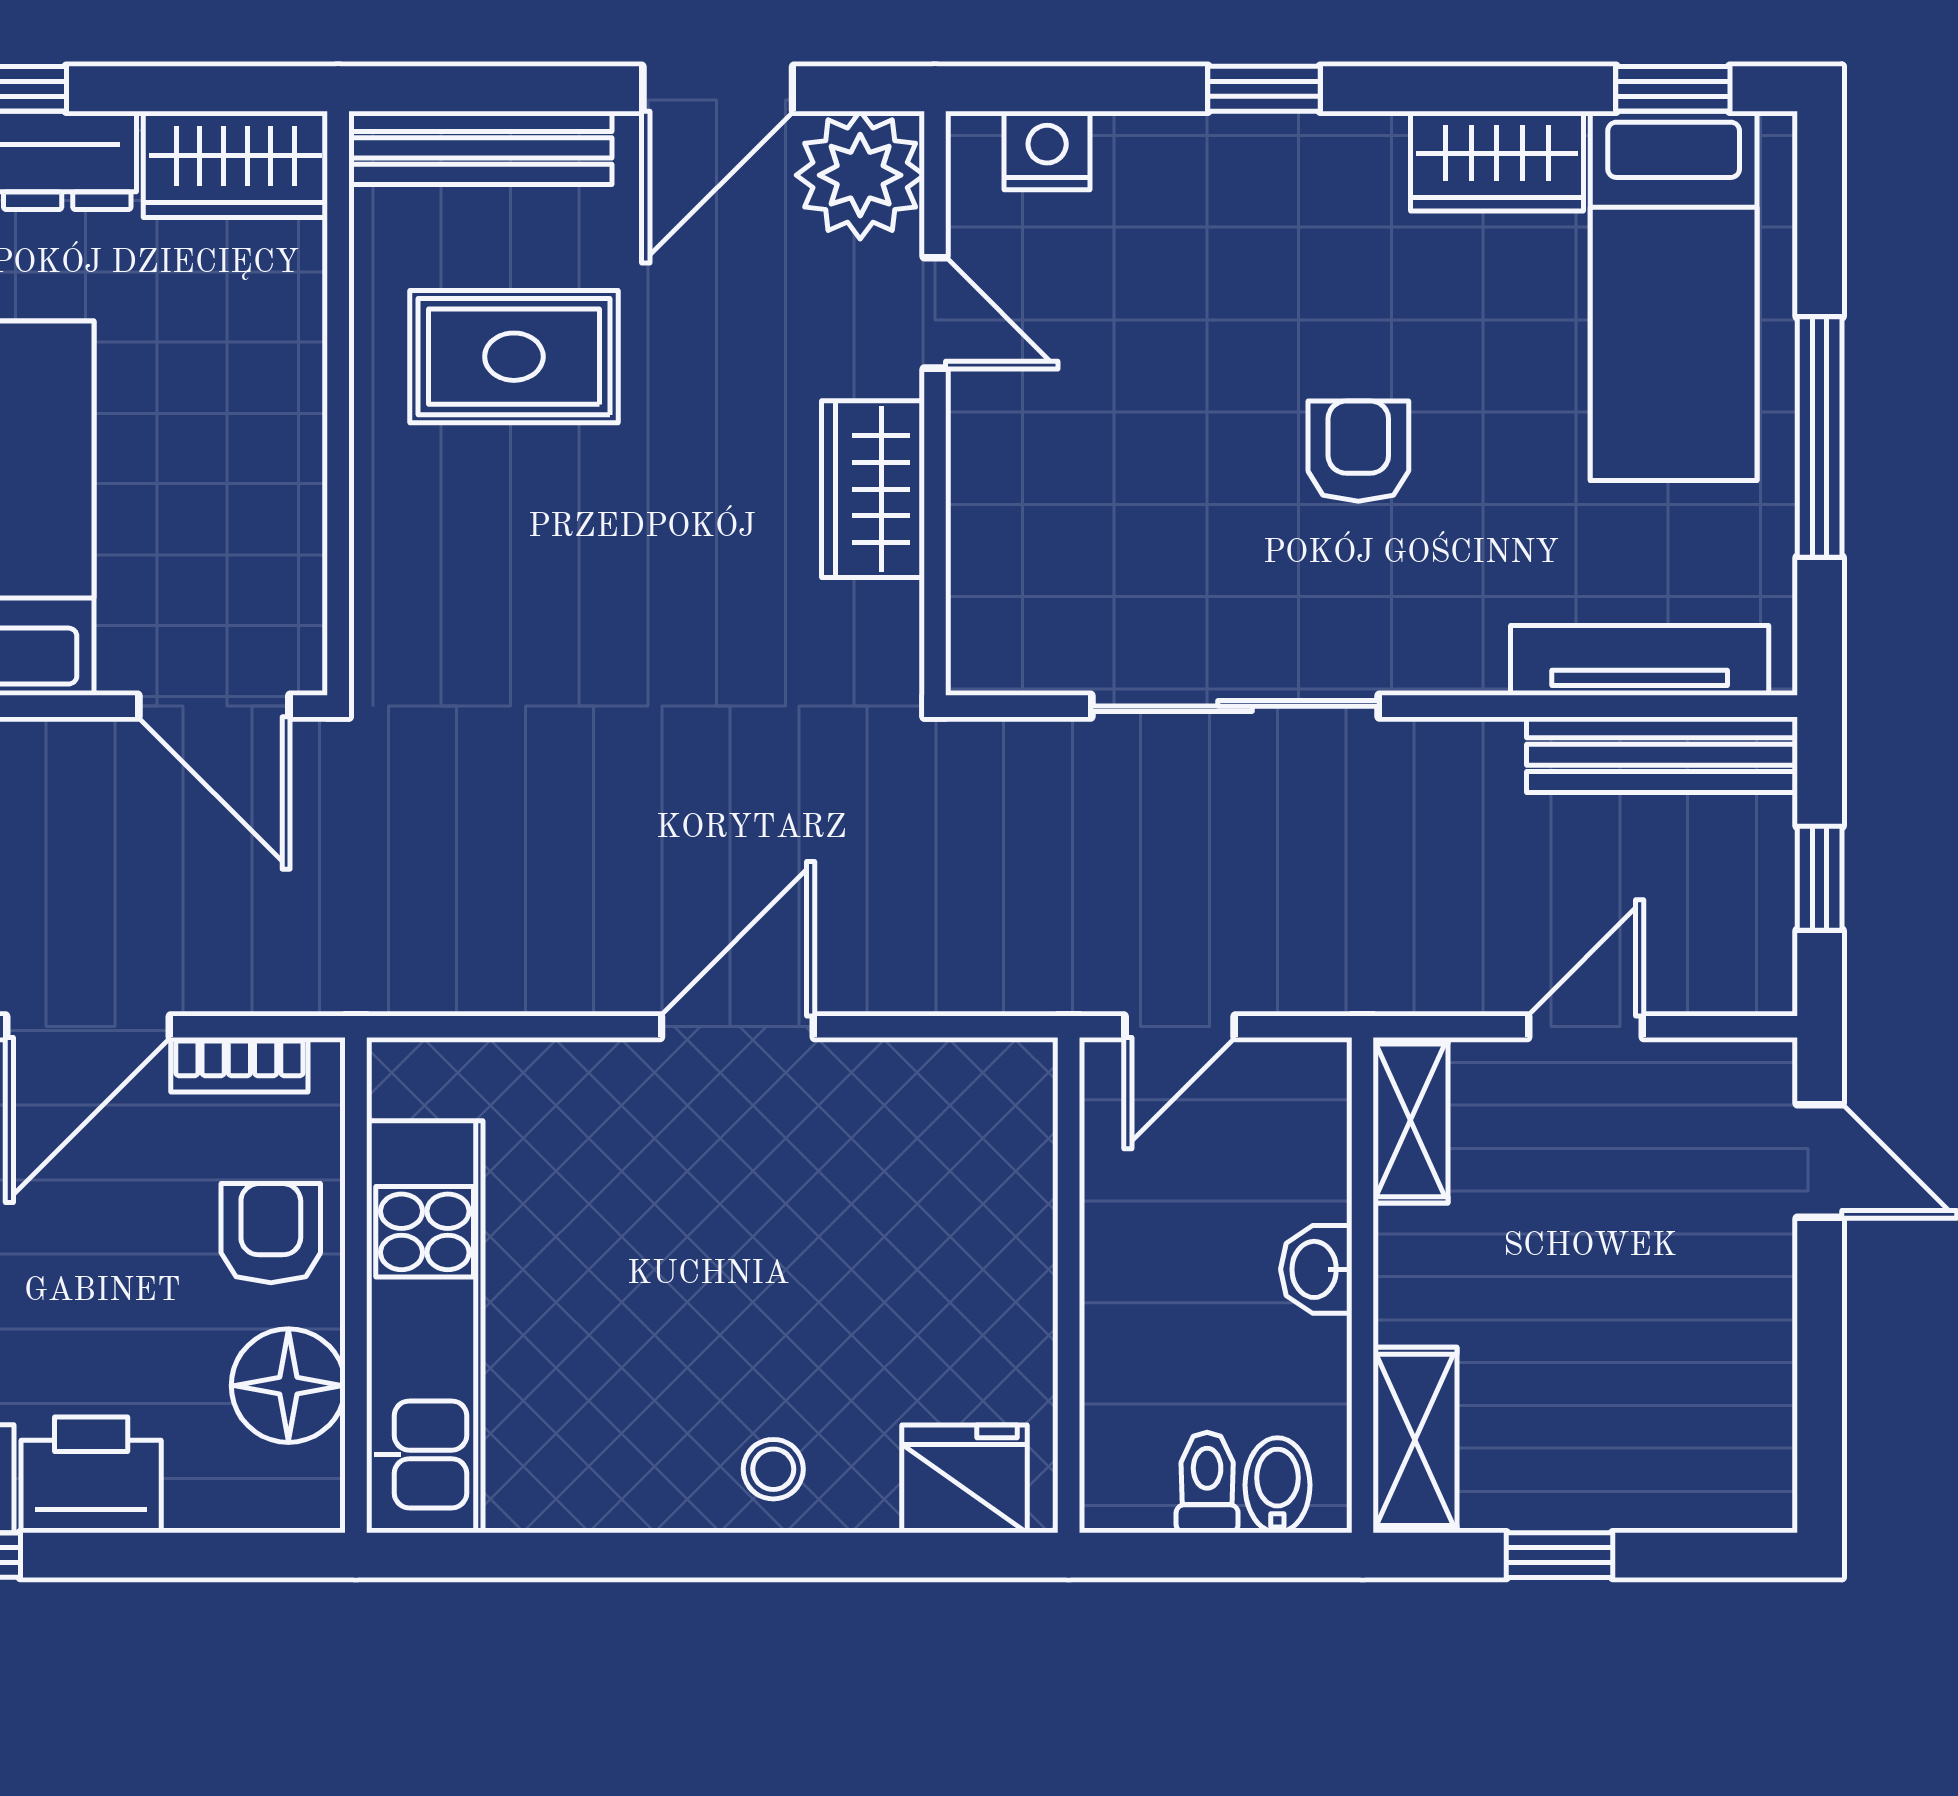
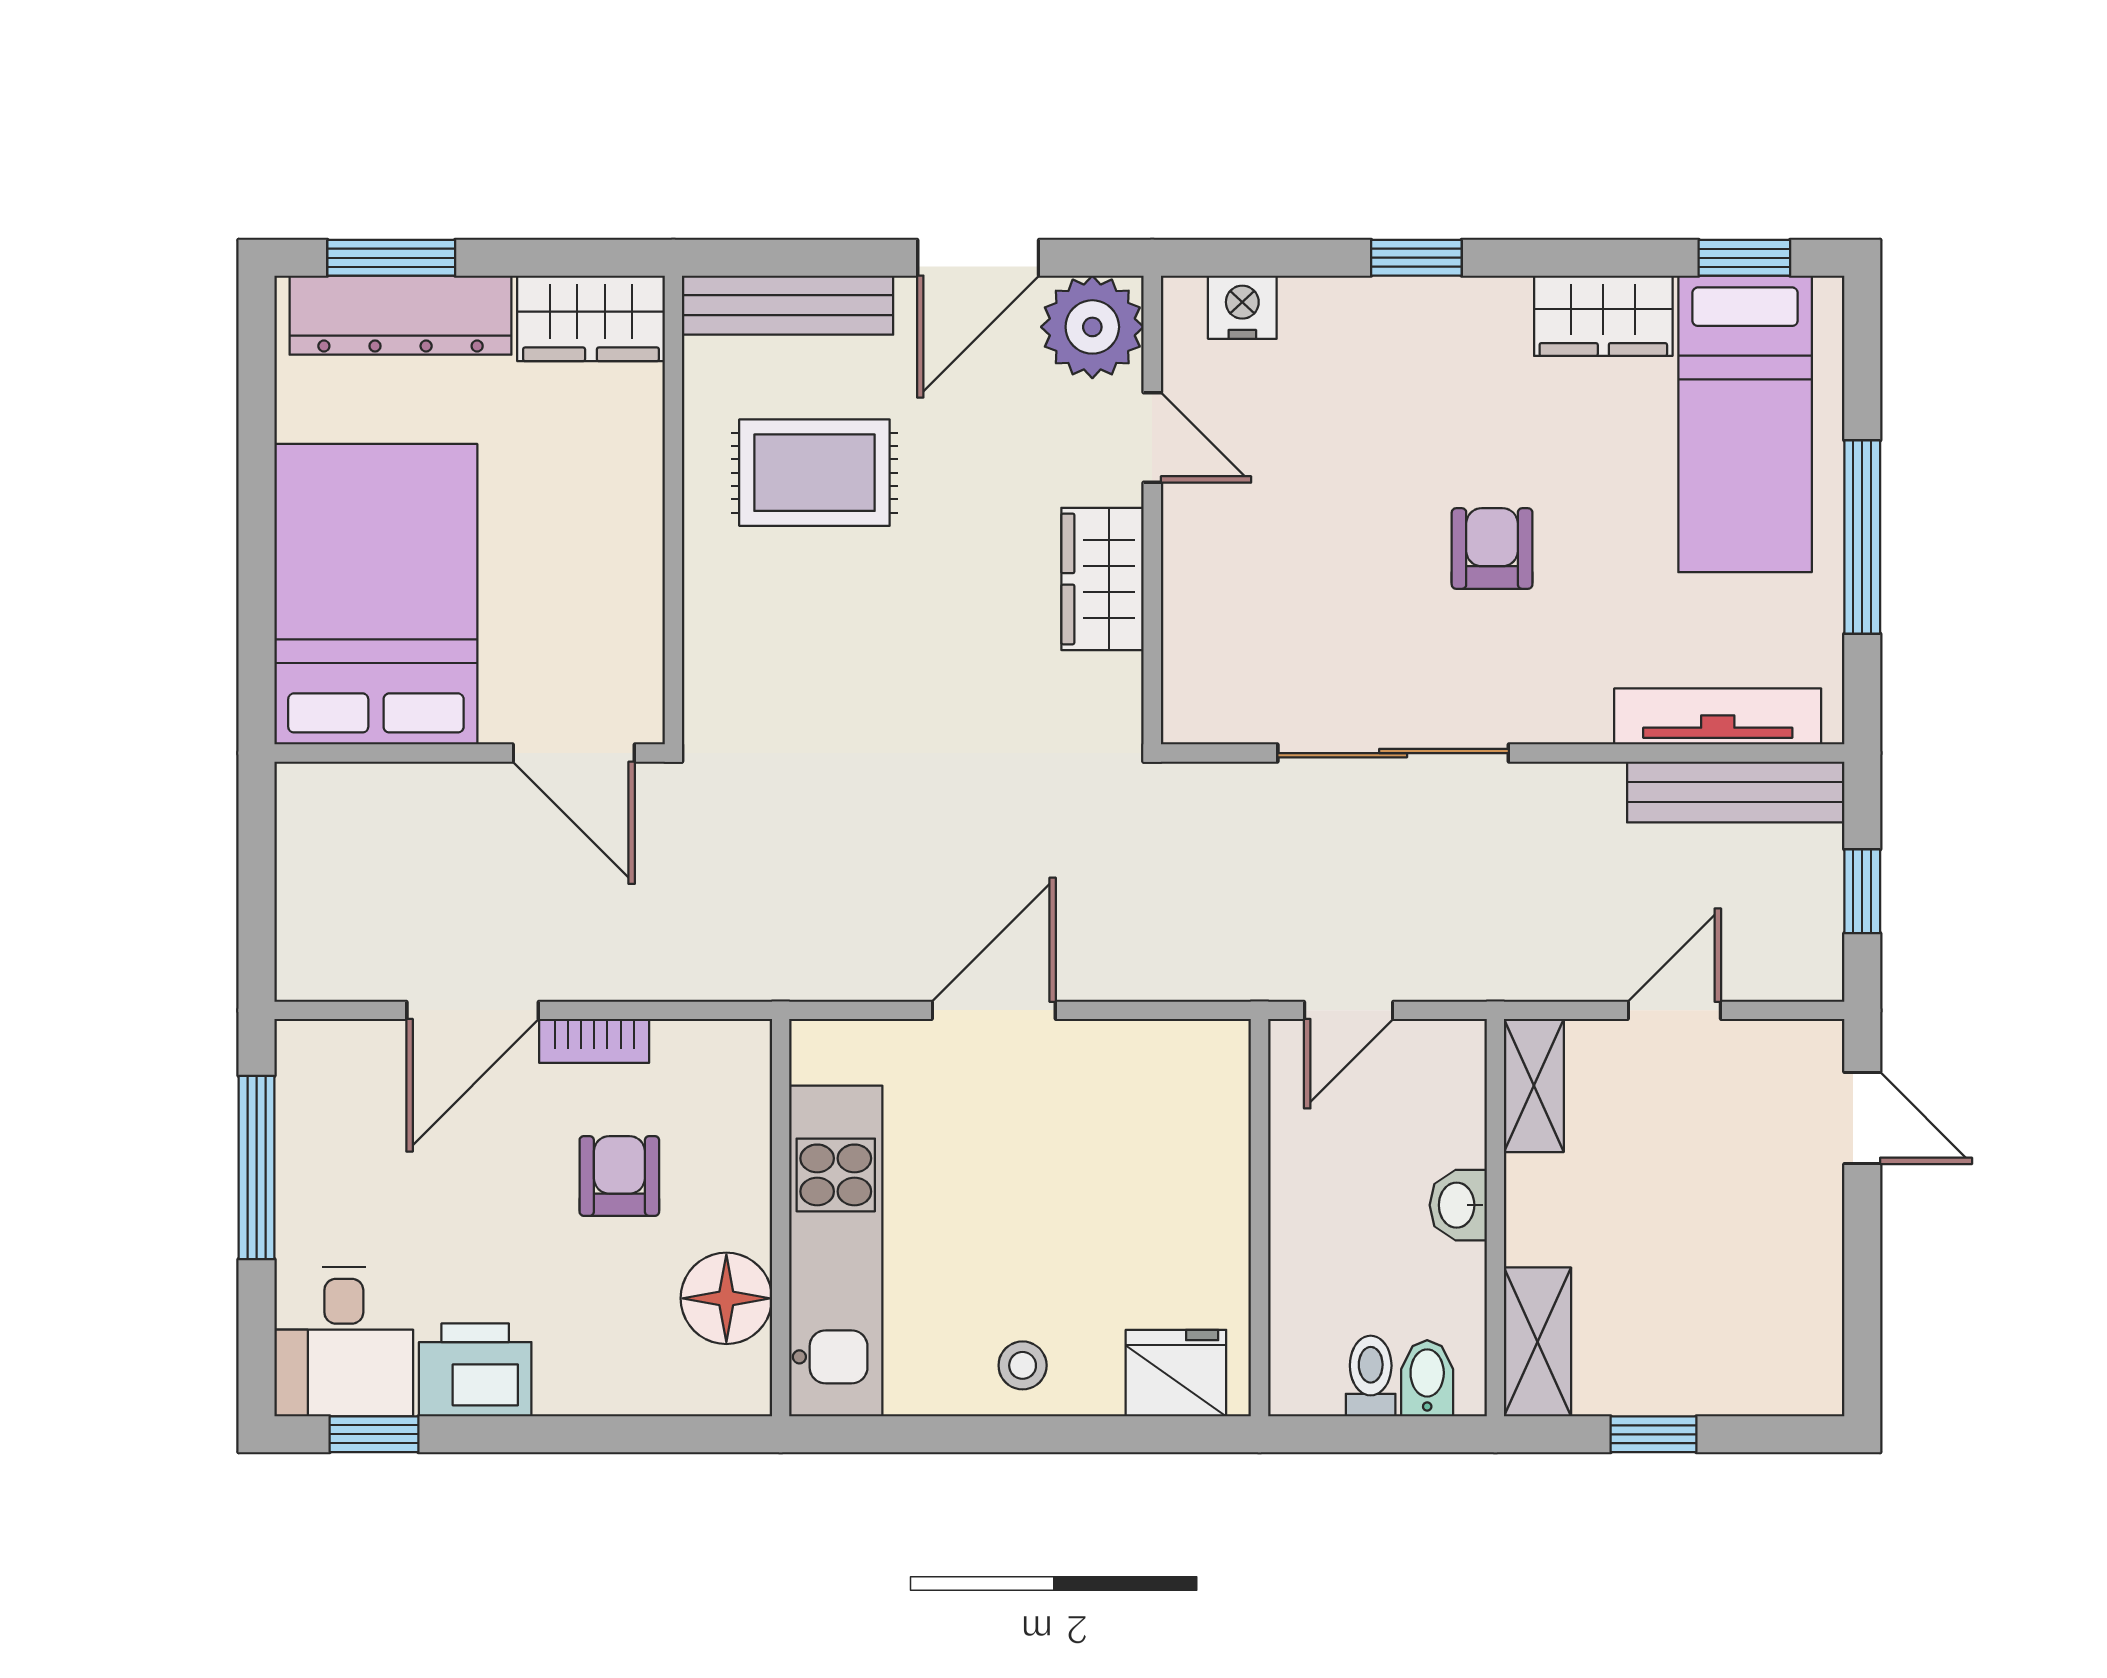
wall: (356, 1285) -> (781, 1218), moved
kitchen unit: (425, 1327) -> (836, 1251), moved
floor lamp: (288, 1386) -> (726, 1298), moved

